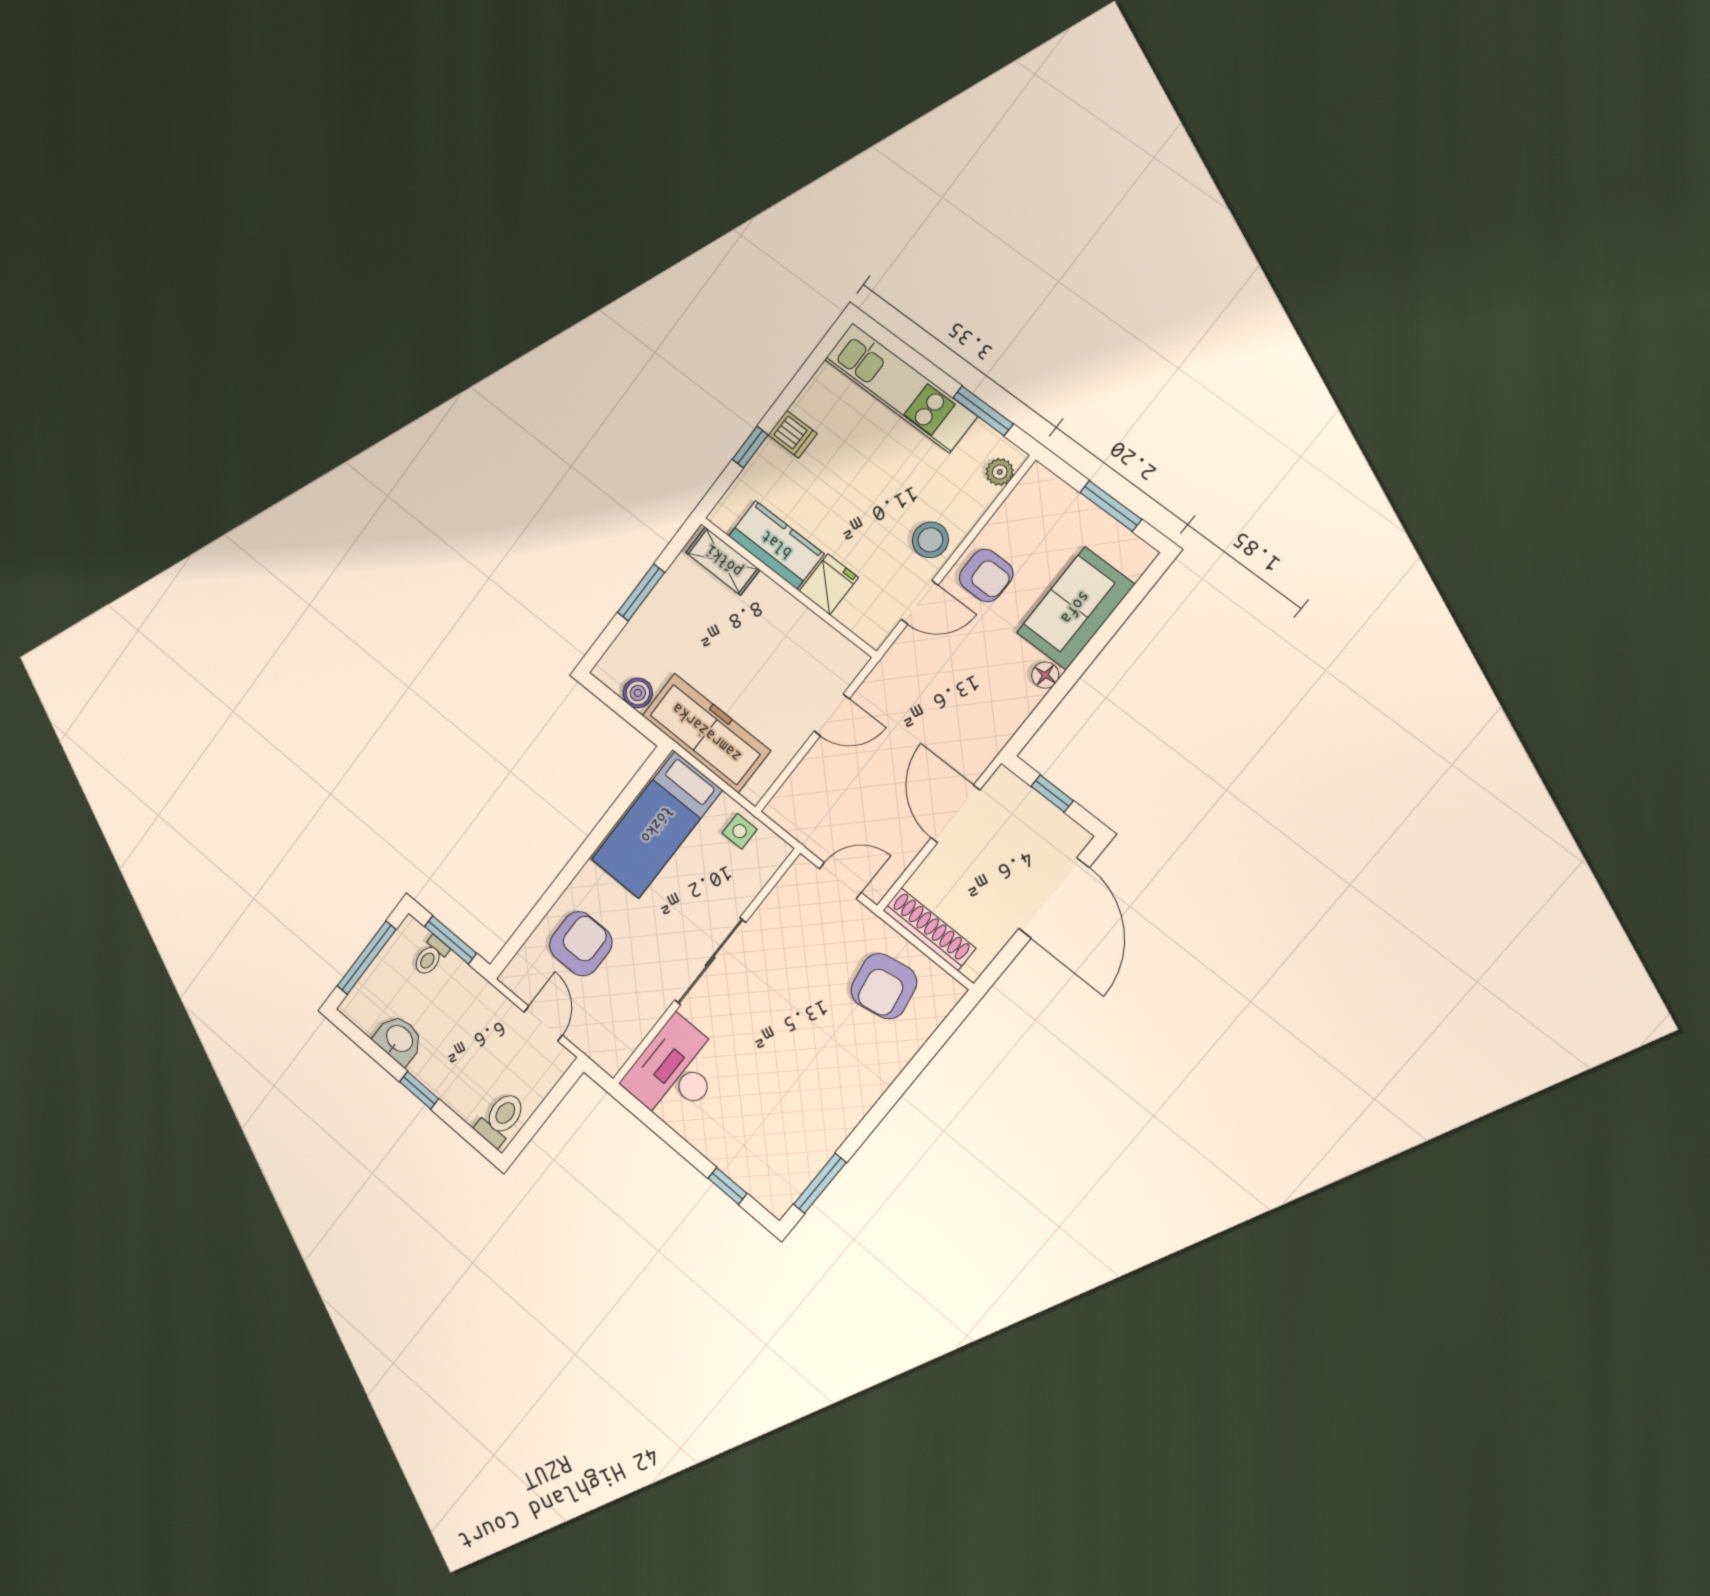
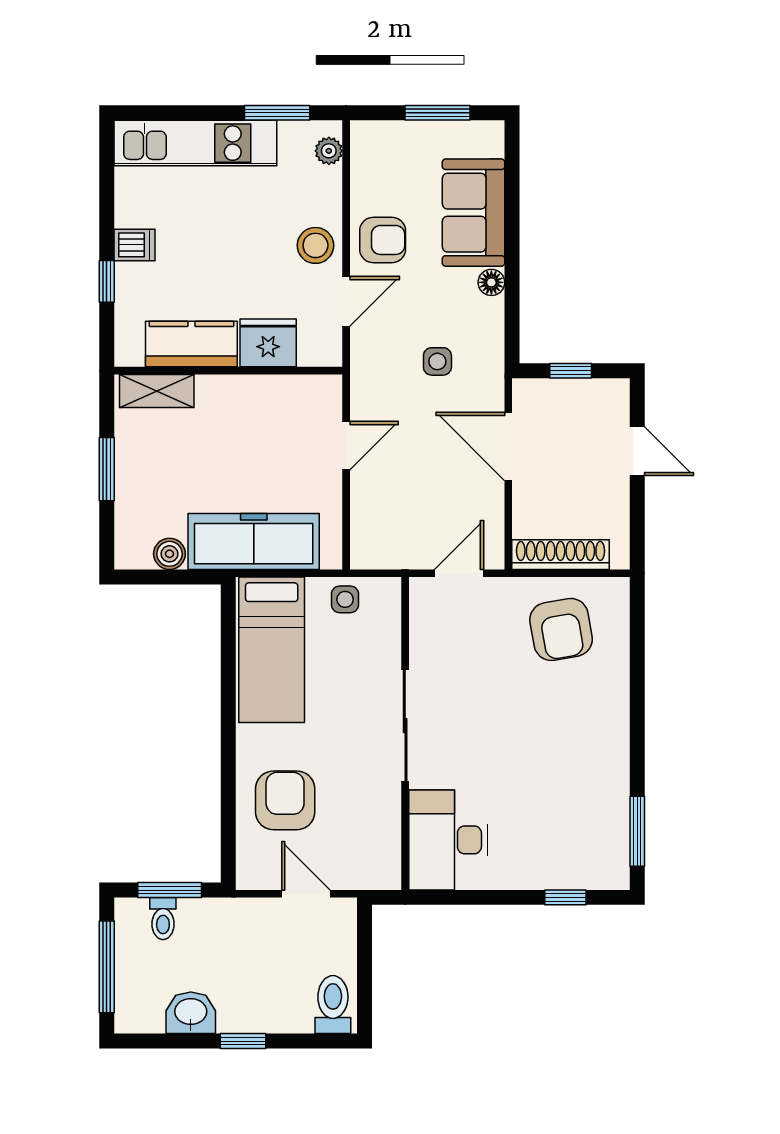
fridge: (829, 584) -> (268, 343), width x1.38
side table: (953, 705) -> (437, 361), added
door: (1054, 898) -> (637, 451), width x0.53

